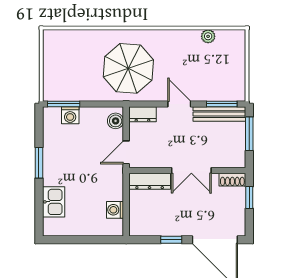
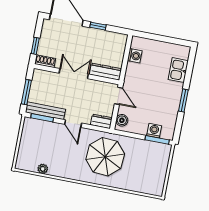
door: (126, 152) -> (119, 96), hinge flipped

